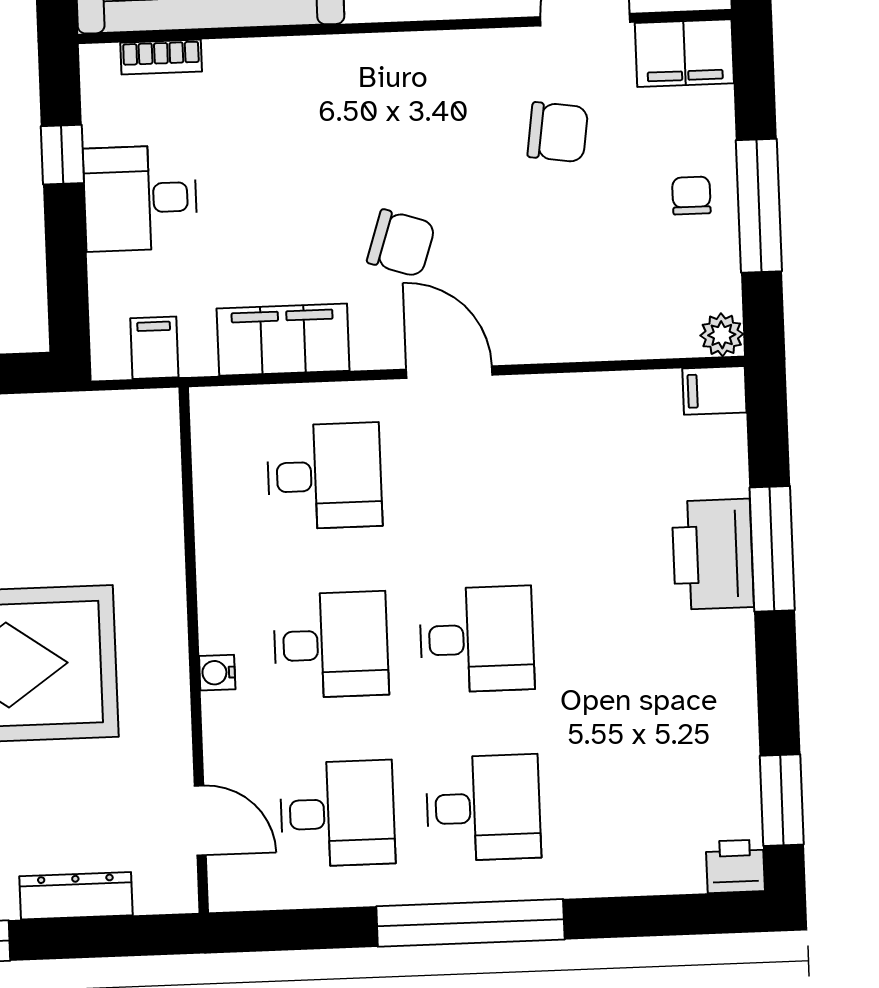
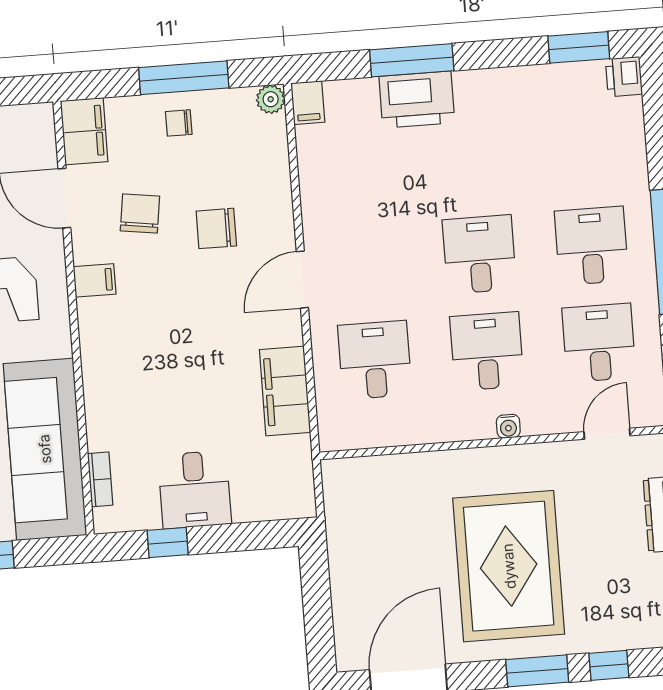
chair: (401, 243) -> (216, 228), moved, turned -108
filing cabinet: (154, 348) -> (95, 280), moved, turned 180

